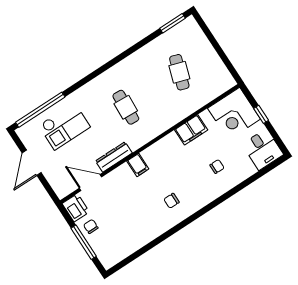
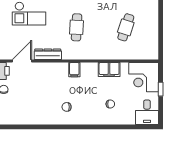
filing cabinet: (138, 165) -> (74, 70), moved
door: (90, 183) -> (22, 61), hinge flipped

